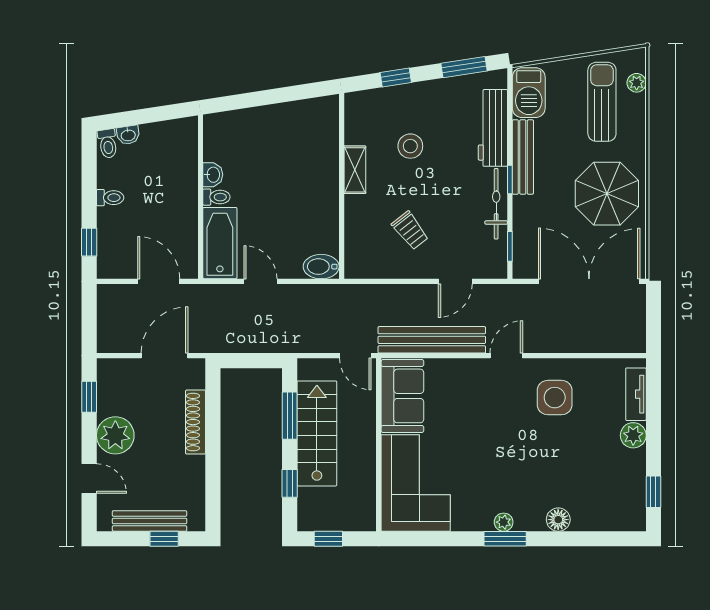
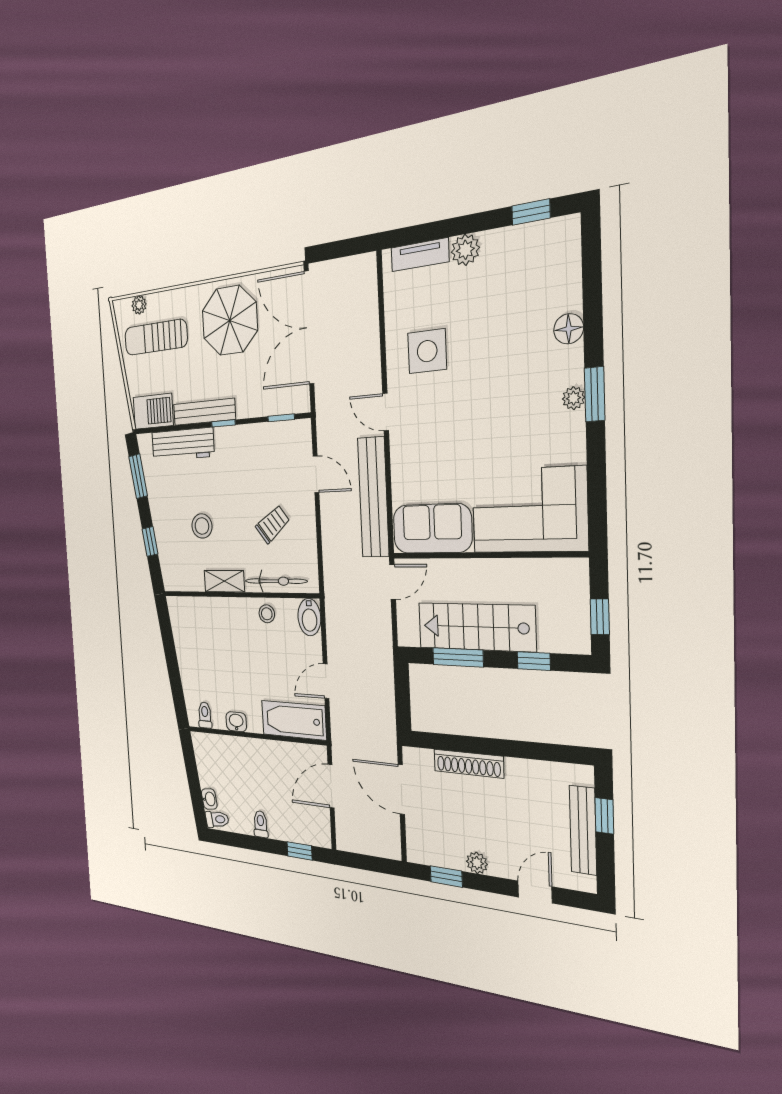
toilet: (216, 197) -> (205, 715), moved
bicycle: (496, 204) -> (276, 581), moved, turned 180
stool: (323, 218) -> (267, 614), added
plant: (115, 435) -> (477, 863), width x0.53, depth x0.53

